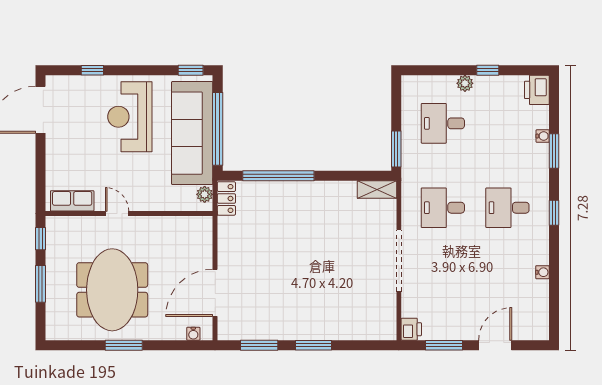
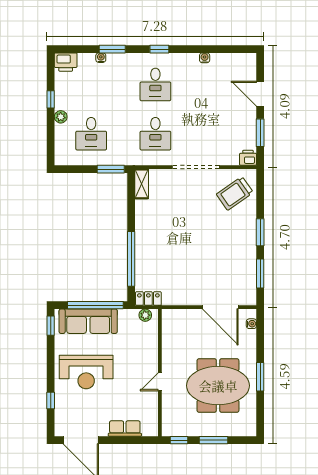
sofa: (192, 133) -> (88, 321), width x0.74, depth x0.79
row of seats: (72, 201) -> (125, 429), moved, turned 90
trolley: (364, 312) -> (235, 193), added

